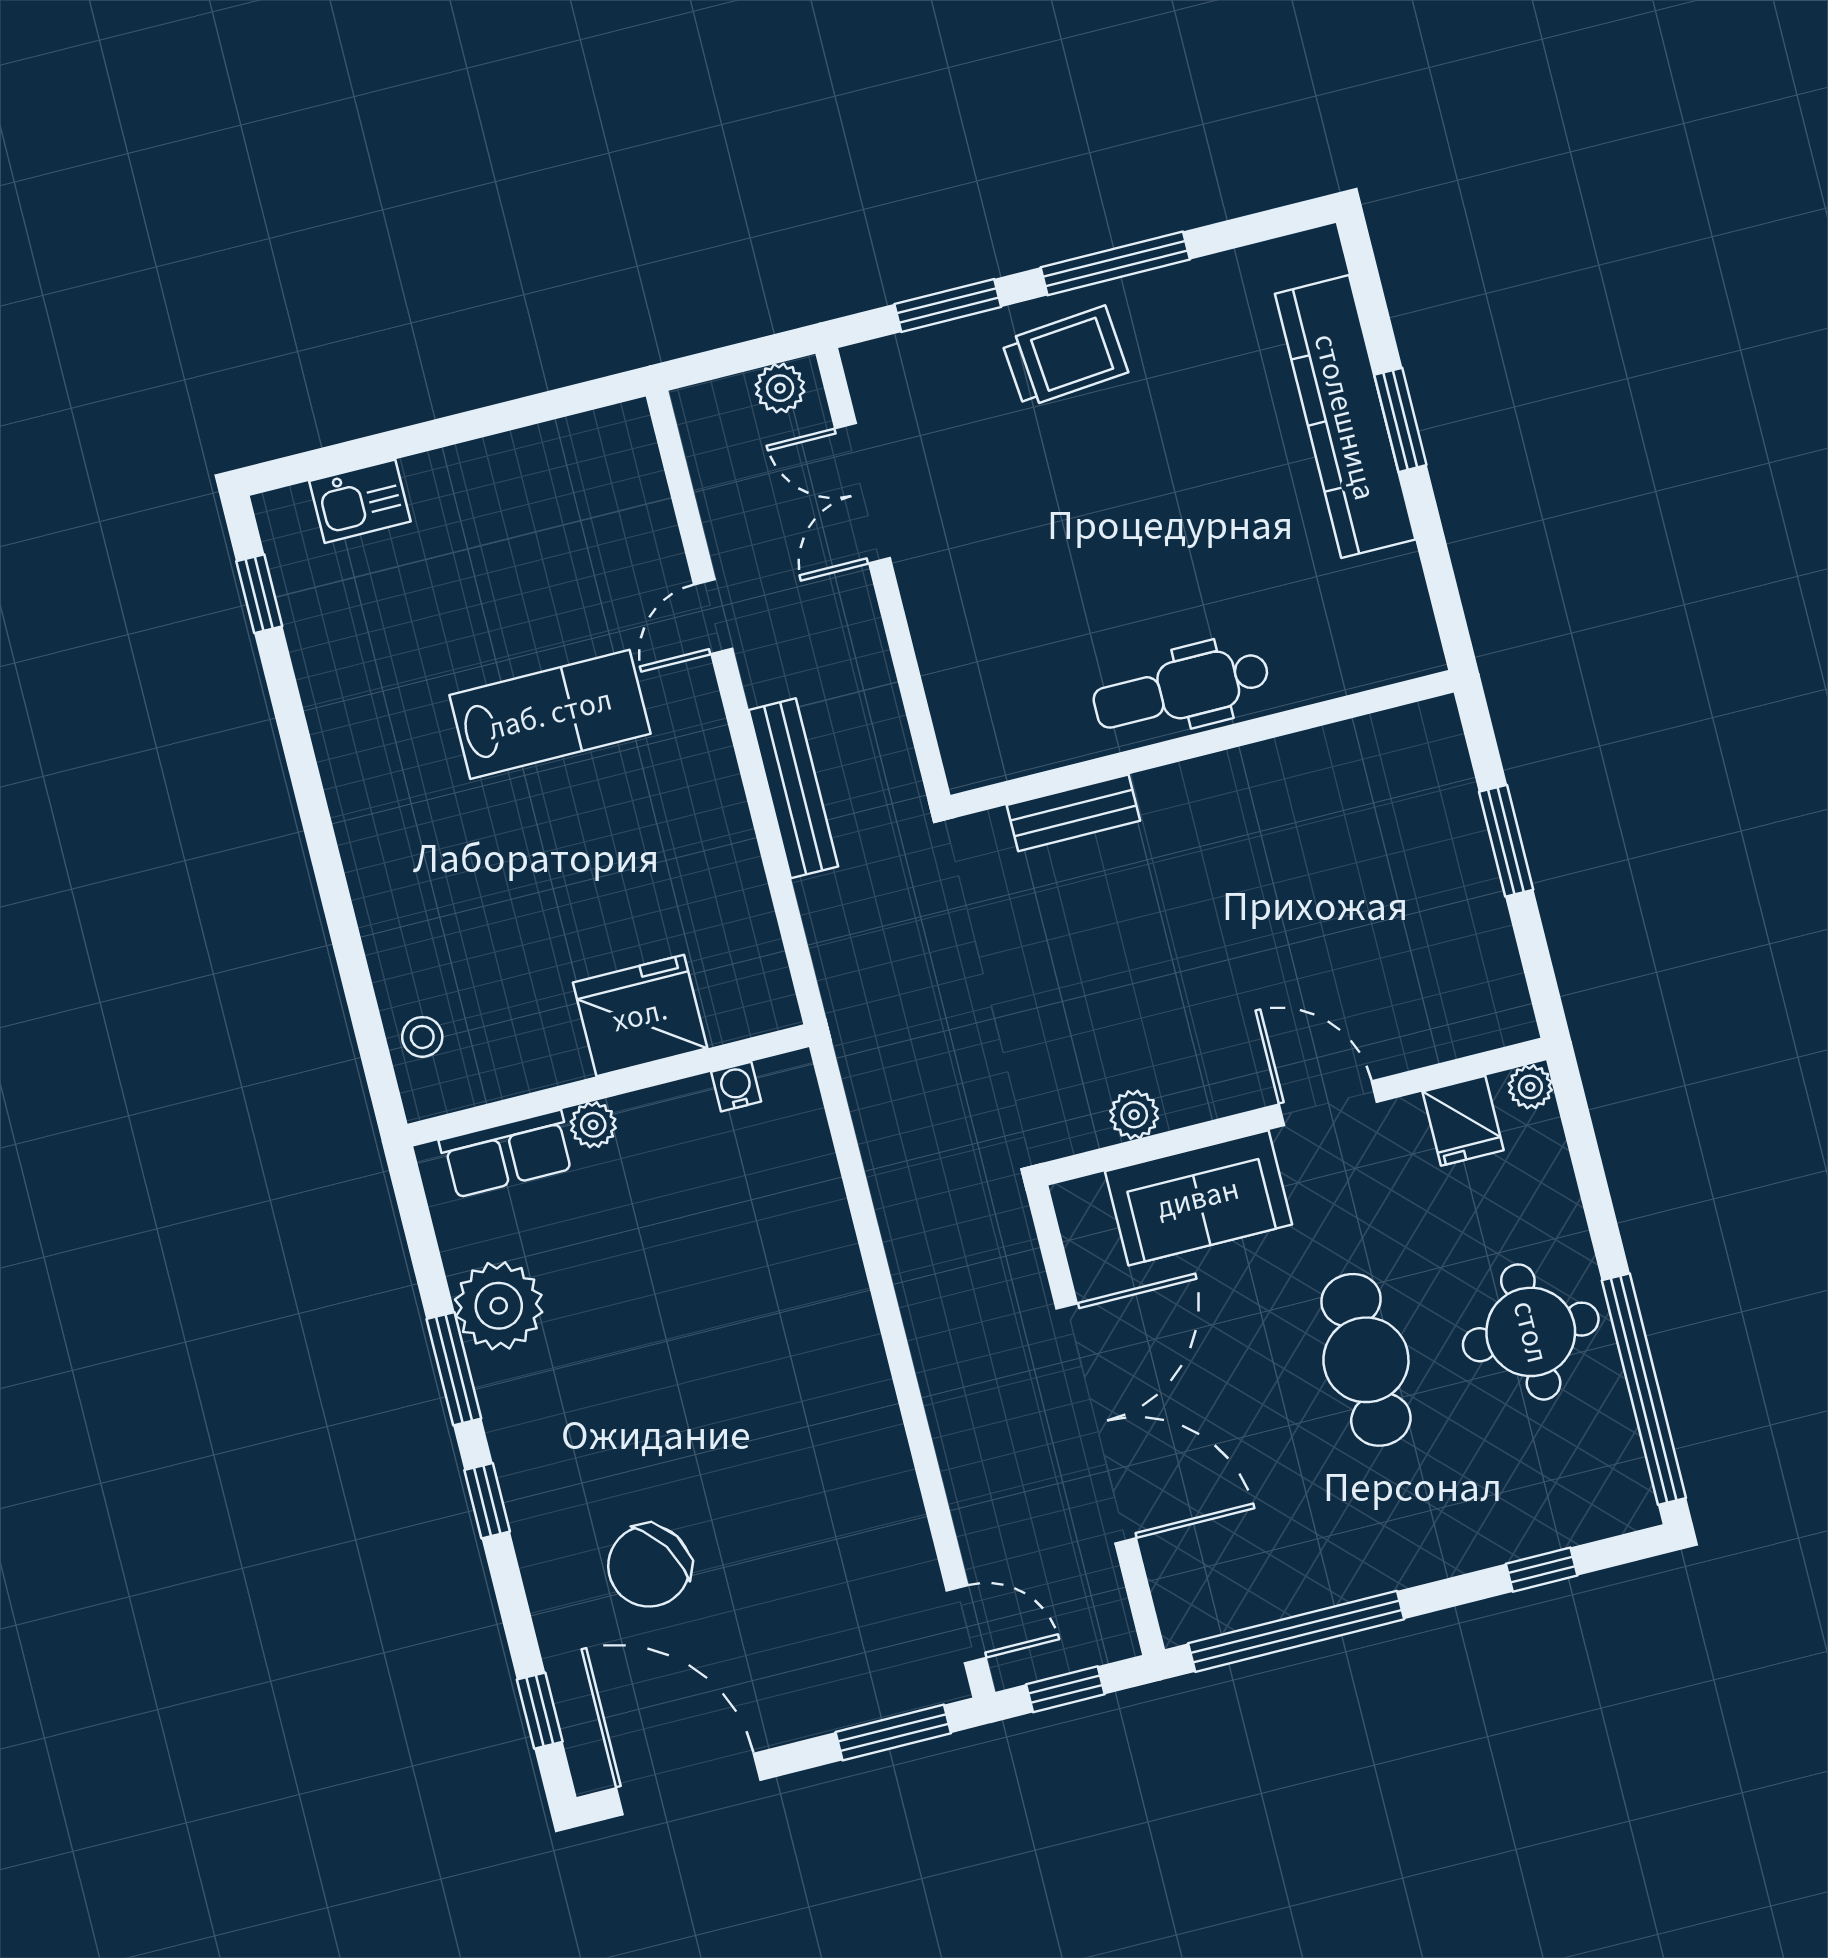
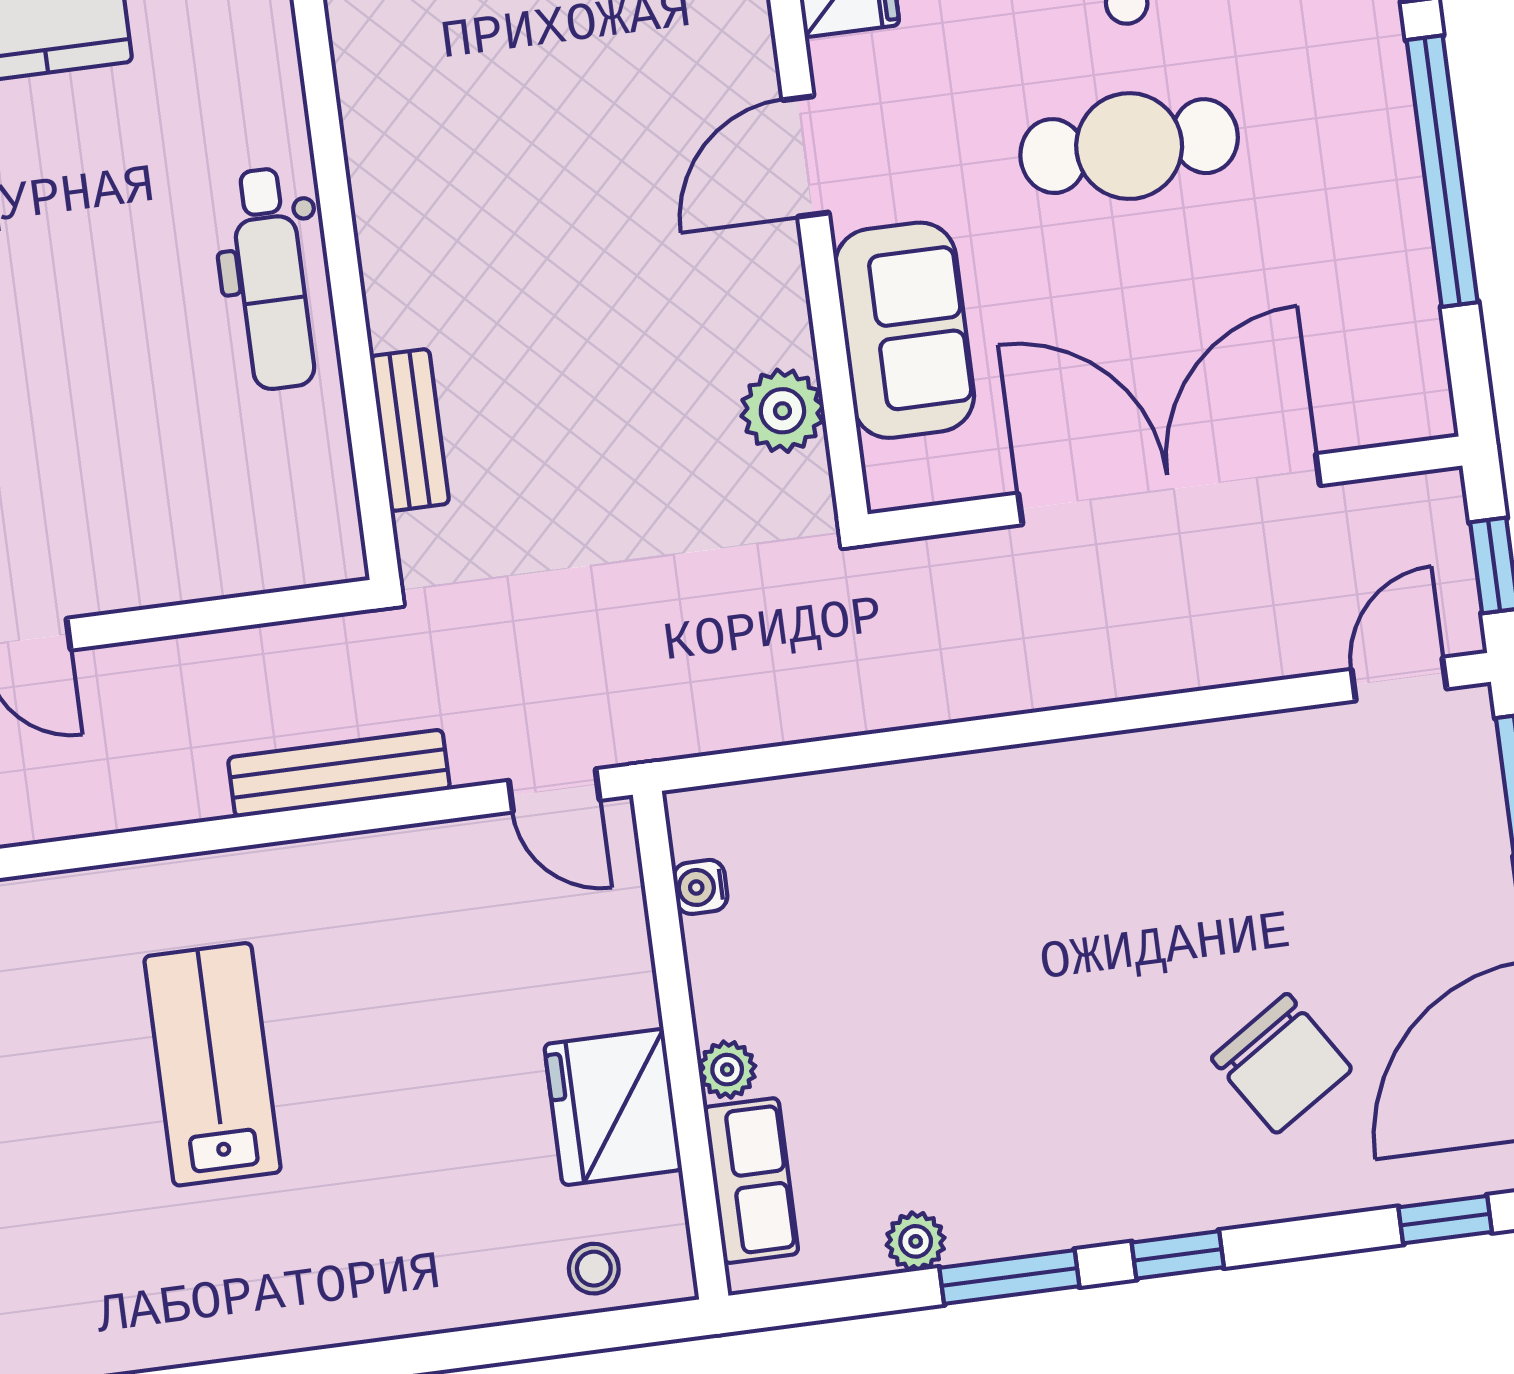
door: (713, 617) -> (554, 790), moved
fridge: (640, 1015) -> (613, 1107), moved
plant: (1134, 1115) -> (782, 411), width x1.38, depth x1.38
plant: (499, 1306) -> (916, 1241), width x0.53, depth x0.53
window: (1296, 1631) -> (1442, 171), moved

